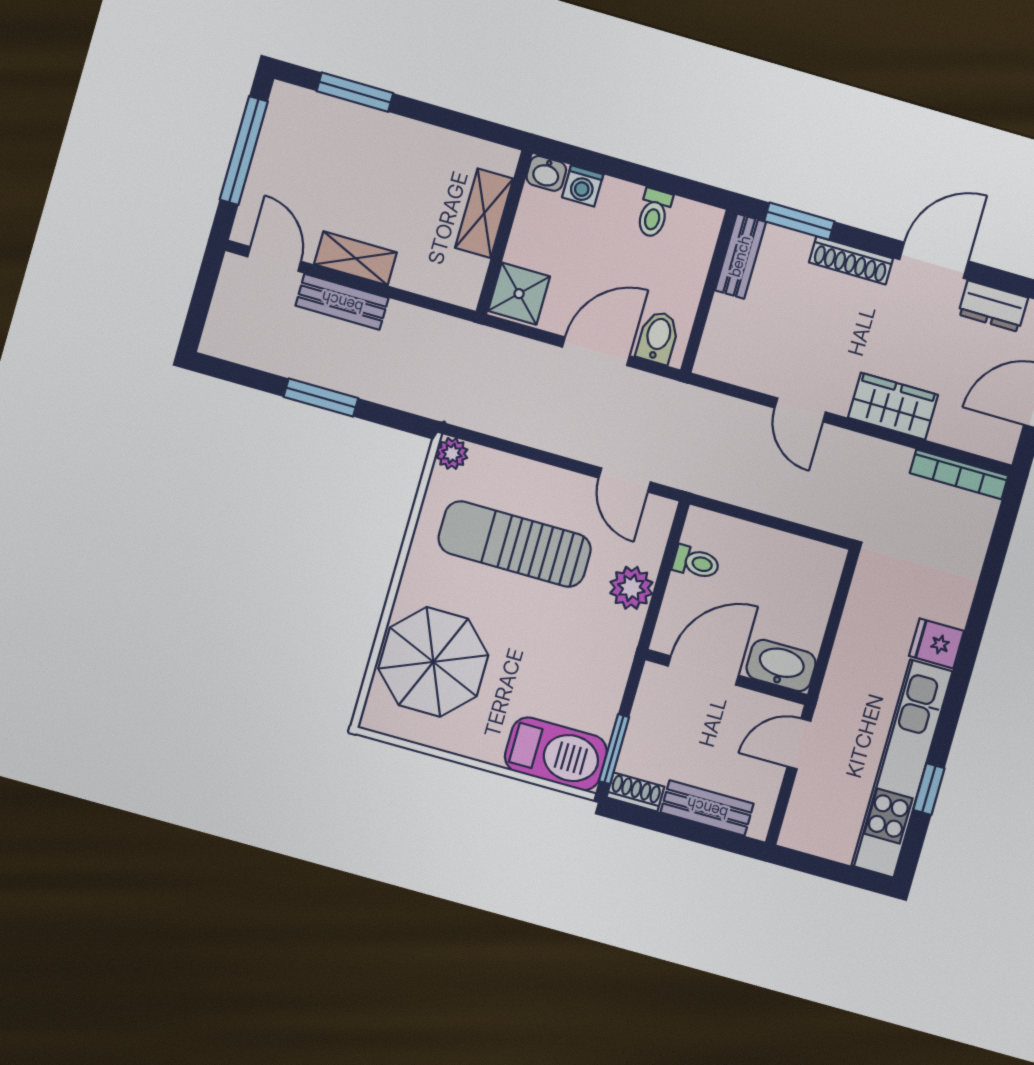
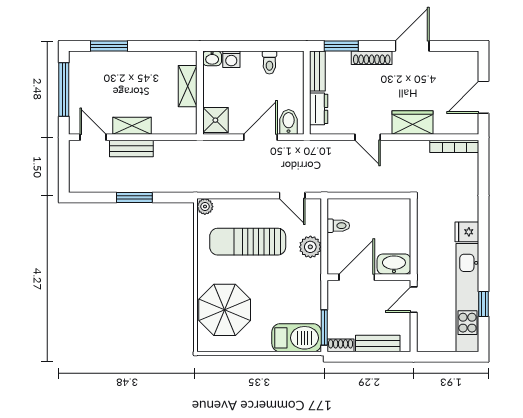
dresser: (993, 306) -> (319, 109), moved, turned -90

